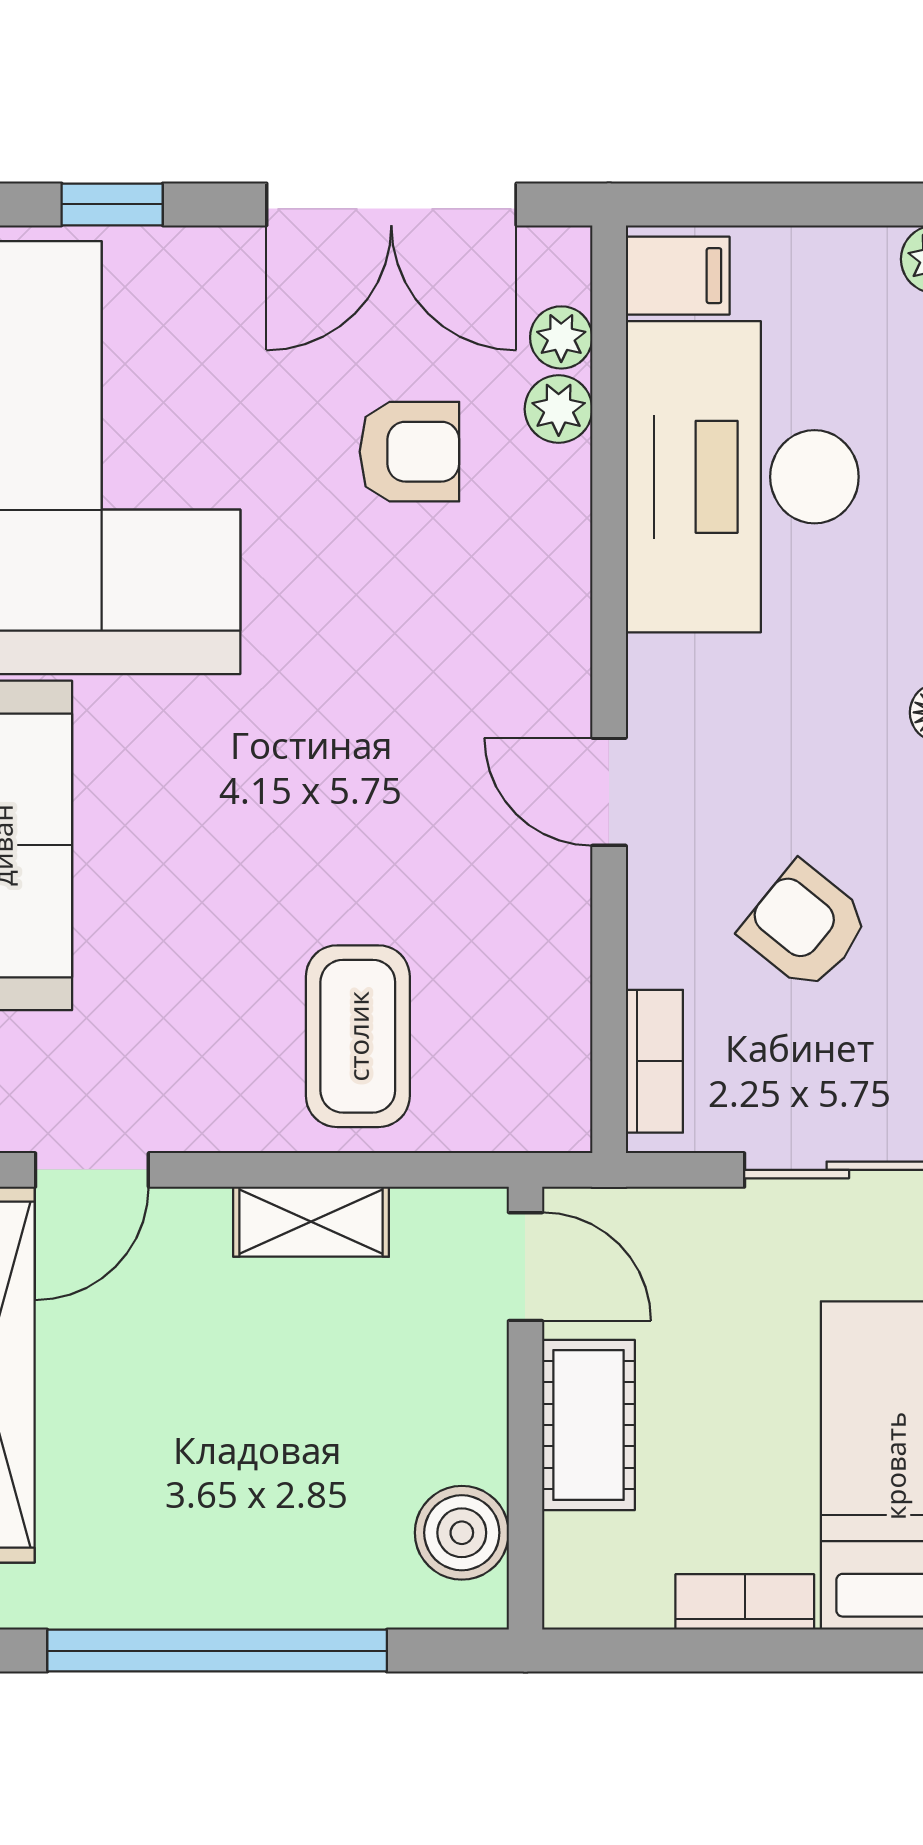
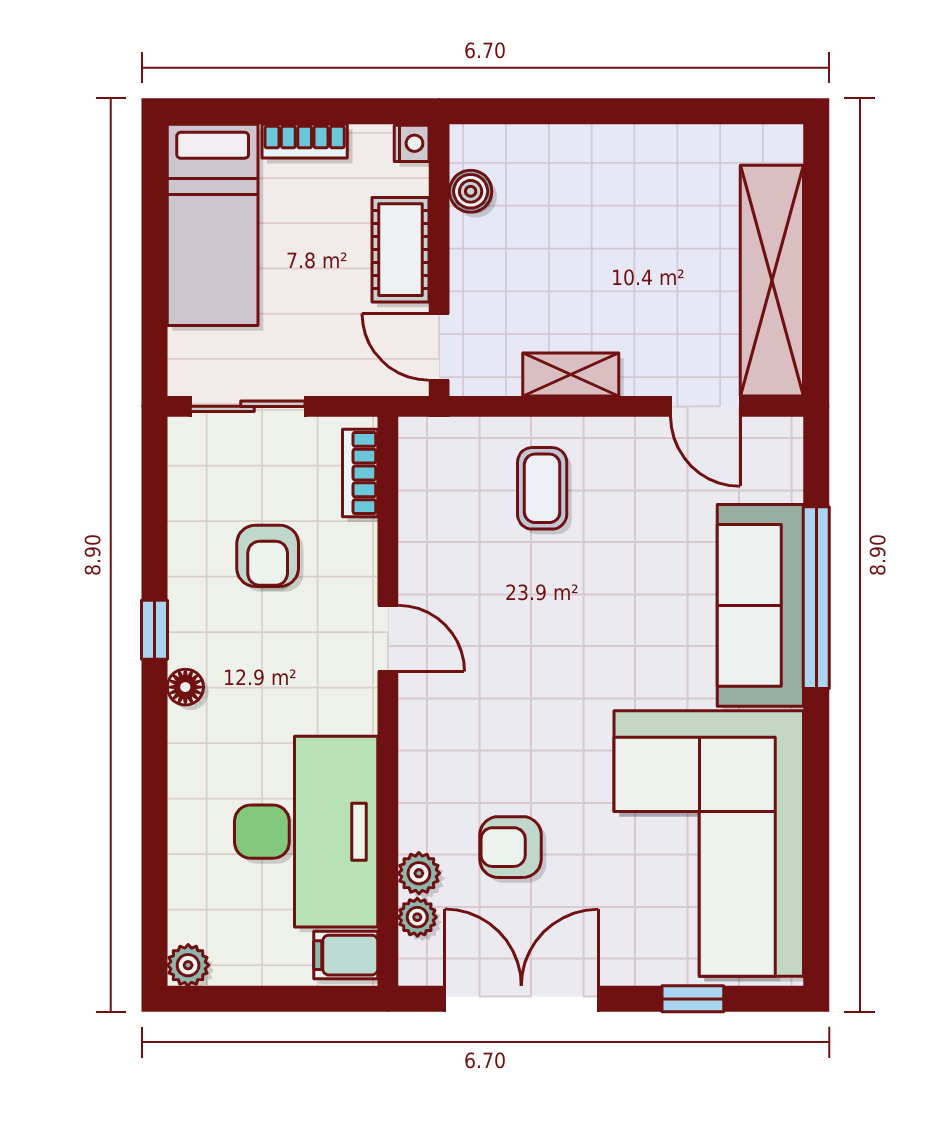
armchair: (805, 926) -> (268, 556), turned 51
coffee table: (358, 1036) -> (542, 488), width x0.73, depth x0.77
door: (92, 1170) -> (705, 406), swing flipped
boiler: (462, 1533) -> (471, 191), width x0.73, depth x0.73
nightstand: (570, 1598) -> (412, 143), added
window: (217, 1651) -> (628, 111), removed

